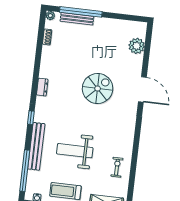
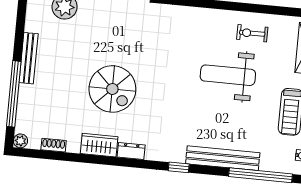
bench: (77, 19) -> (29, 58), moved
wardrobe: (47, 66) -> (99, 145), added
spiral stairs: (98, 89) -> (112, 89), moved, turned 180
weight bench: (75, 151) -> (228, 75), moved, turned 90

